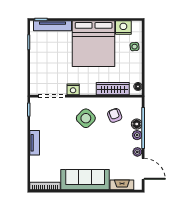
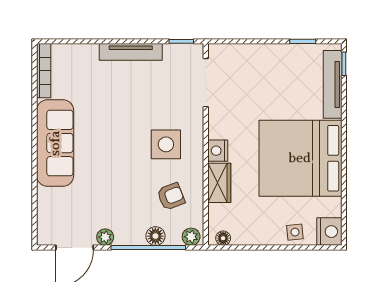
nightstand: (123, 27) -> (329, 232), moved
nightstand: (73, 89) -> (218, 151), moved
wardrobe: (113, 89) -> (219, 183), width x0.67
side table: (86, 118) -> (166, 144), turned 45
plant: (137, 135) -> (191, 237), moved
tv unit: (35, 143) -> (131, 52), width x1.41
fireplace: (122, 185) -> (46, 209), removed

